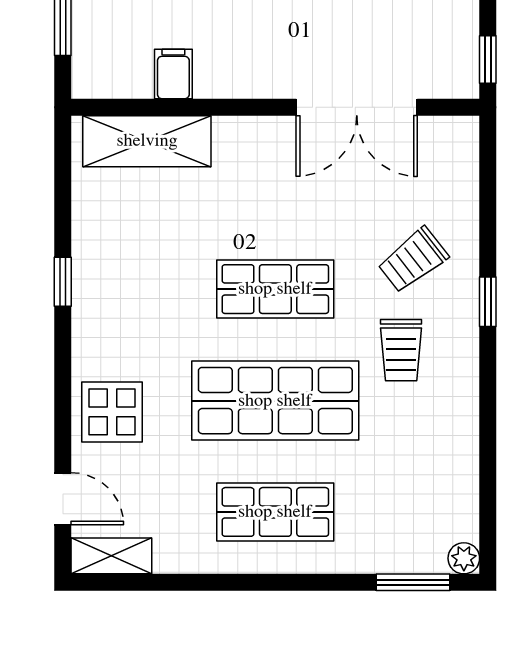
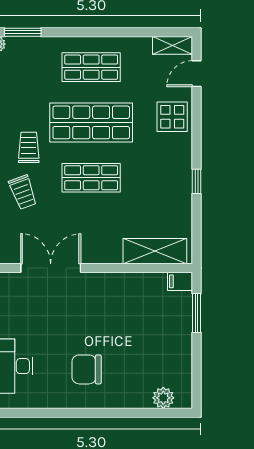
filing cabinet: (173, 74) -> (180, 281), moved, turned 90
trolley: (413, 260) -> (23, 192), turned 108
door: (63, 499) -> (197, 74), hinge flipped

